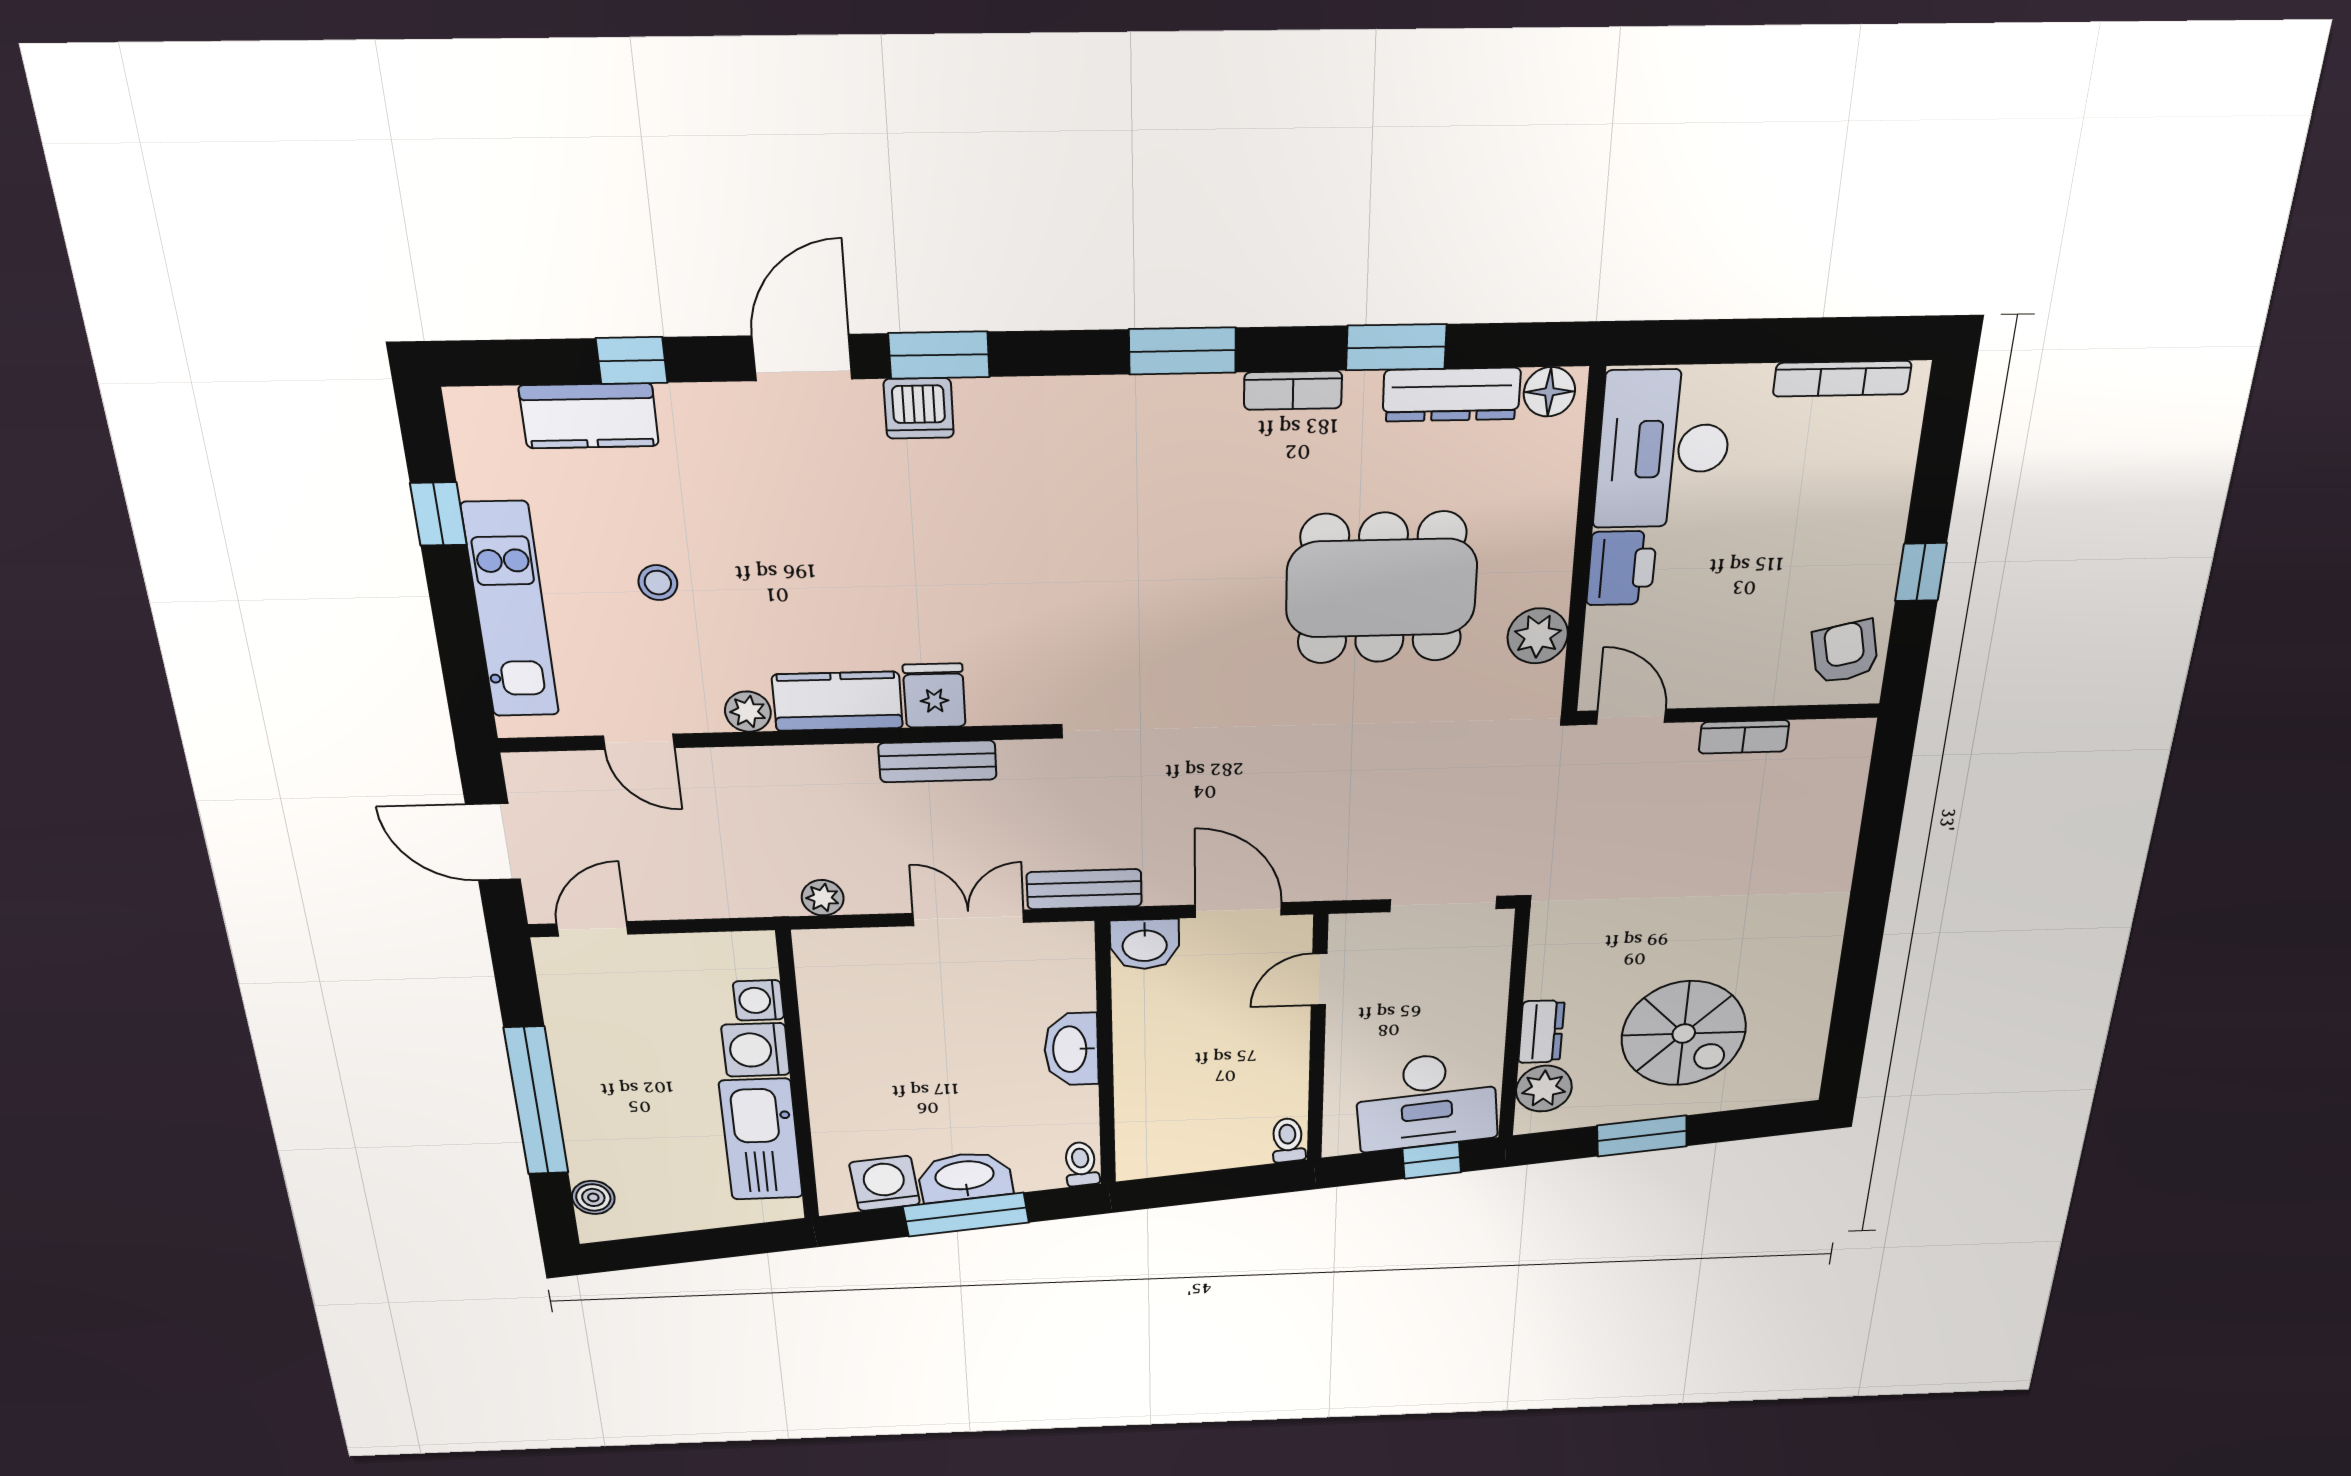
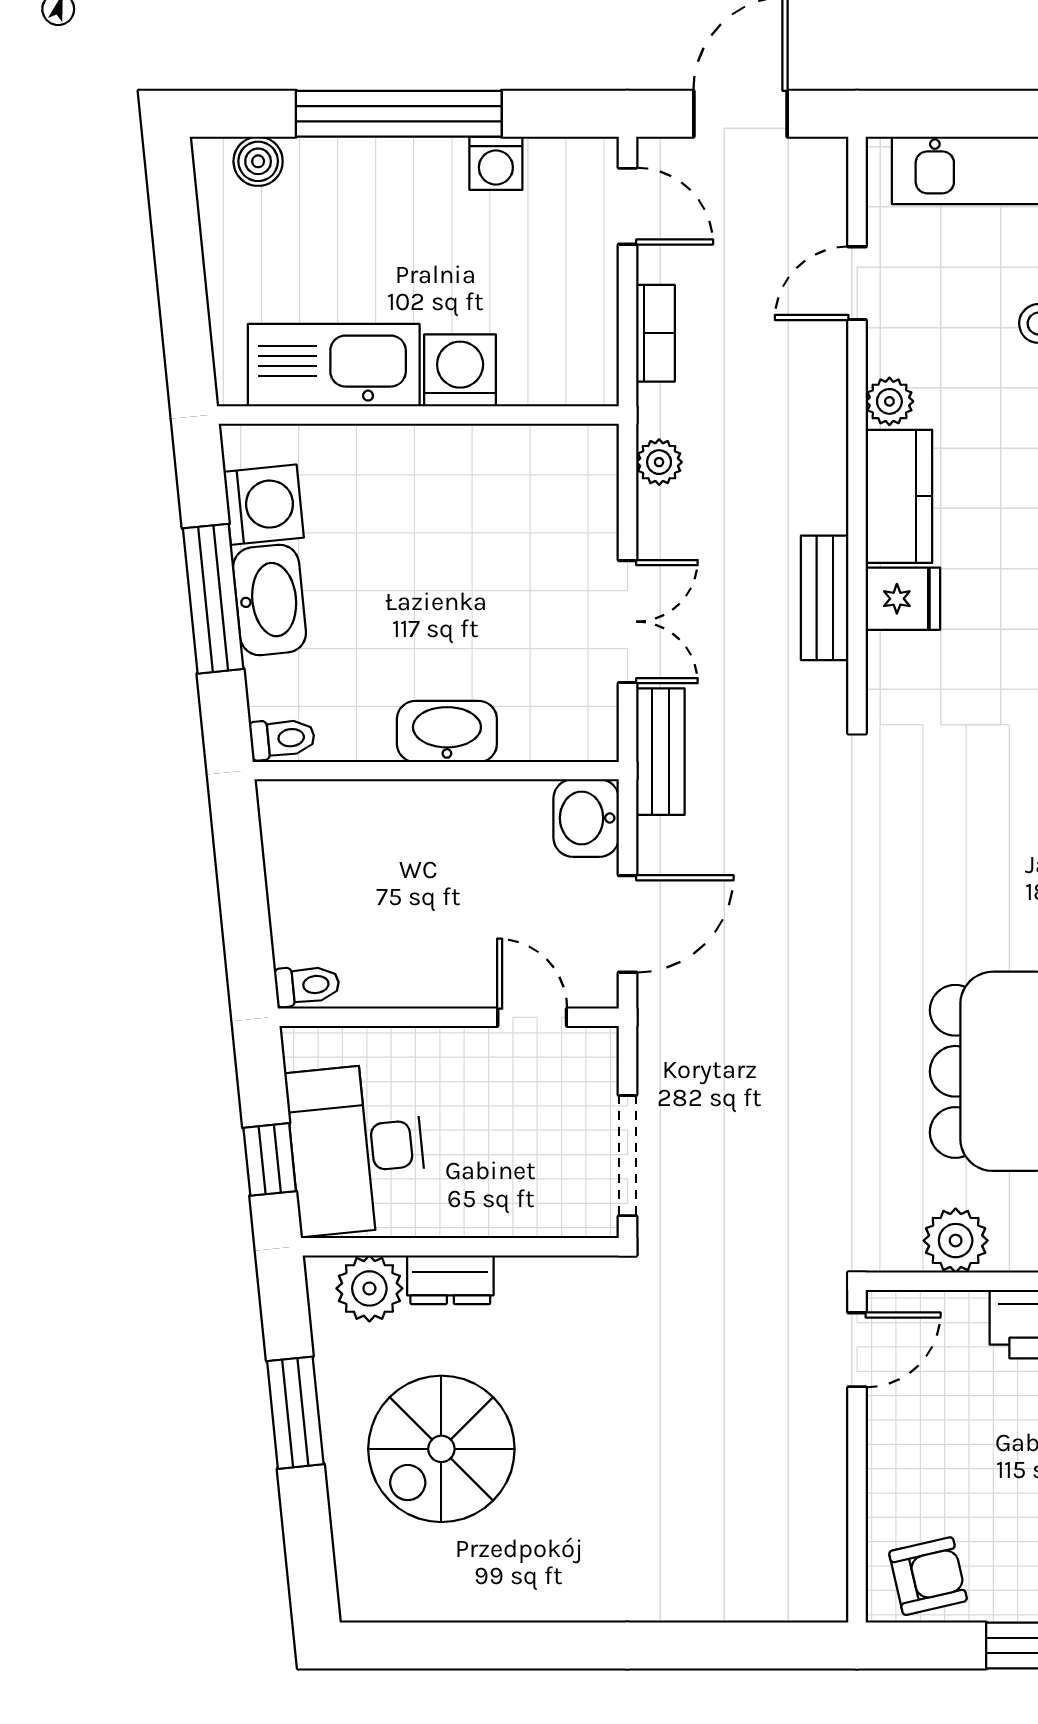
bookcase: (1744, 737) -> (656, 333), moved, turned 180
washing machine: (759, 1000) -> (496, 163), moved, turned 180

